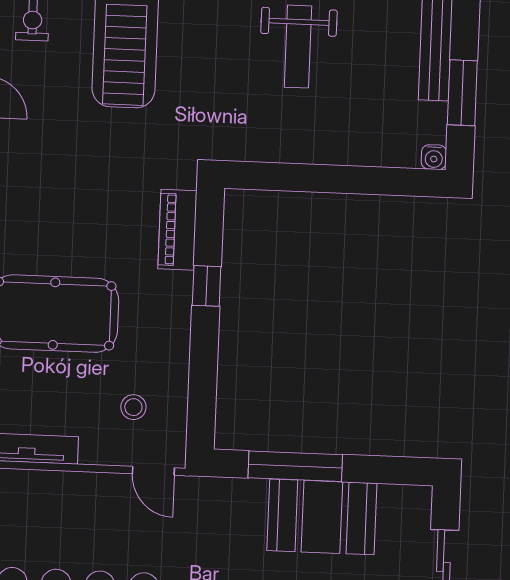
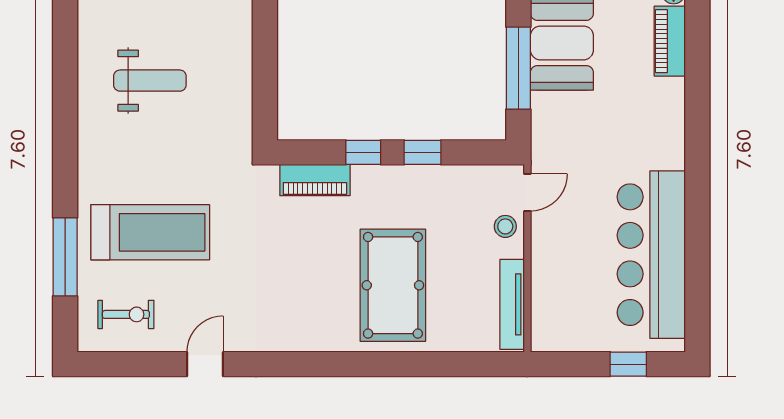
window: (204, 353) -> (422, 152), added
stool: (133, 407) -> (505, 226), moved

